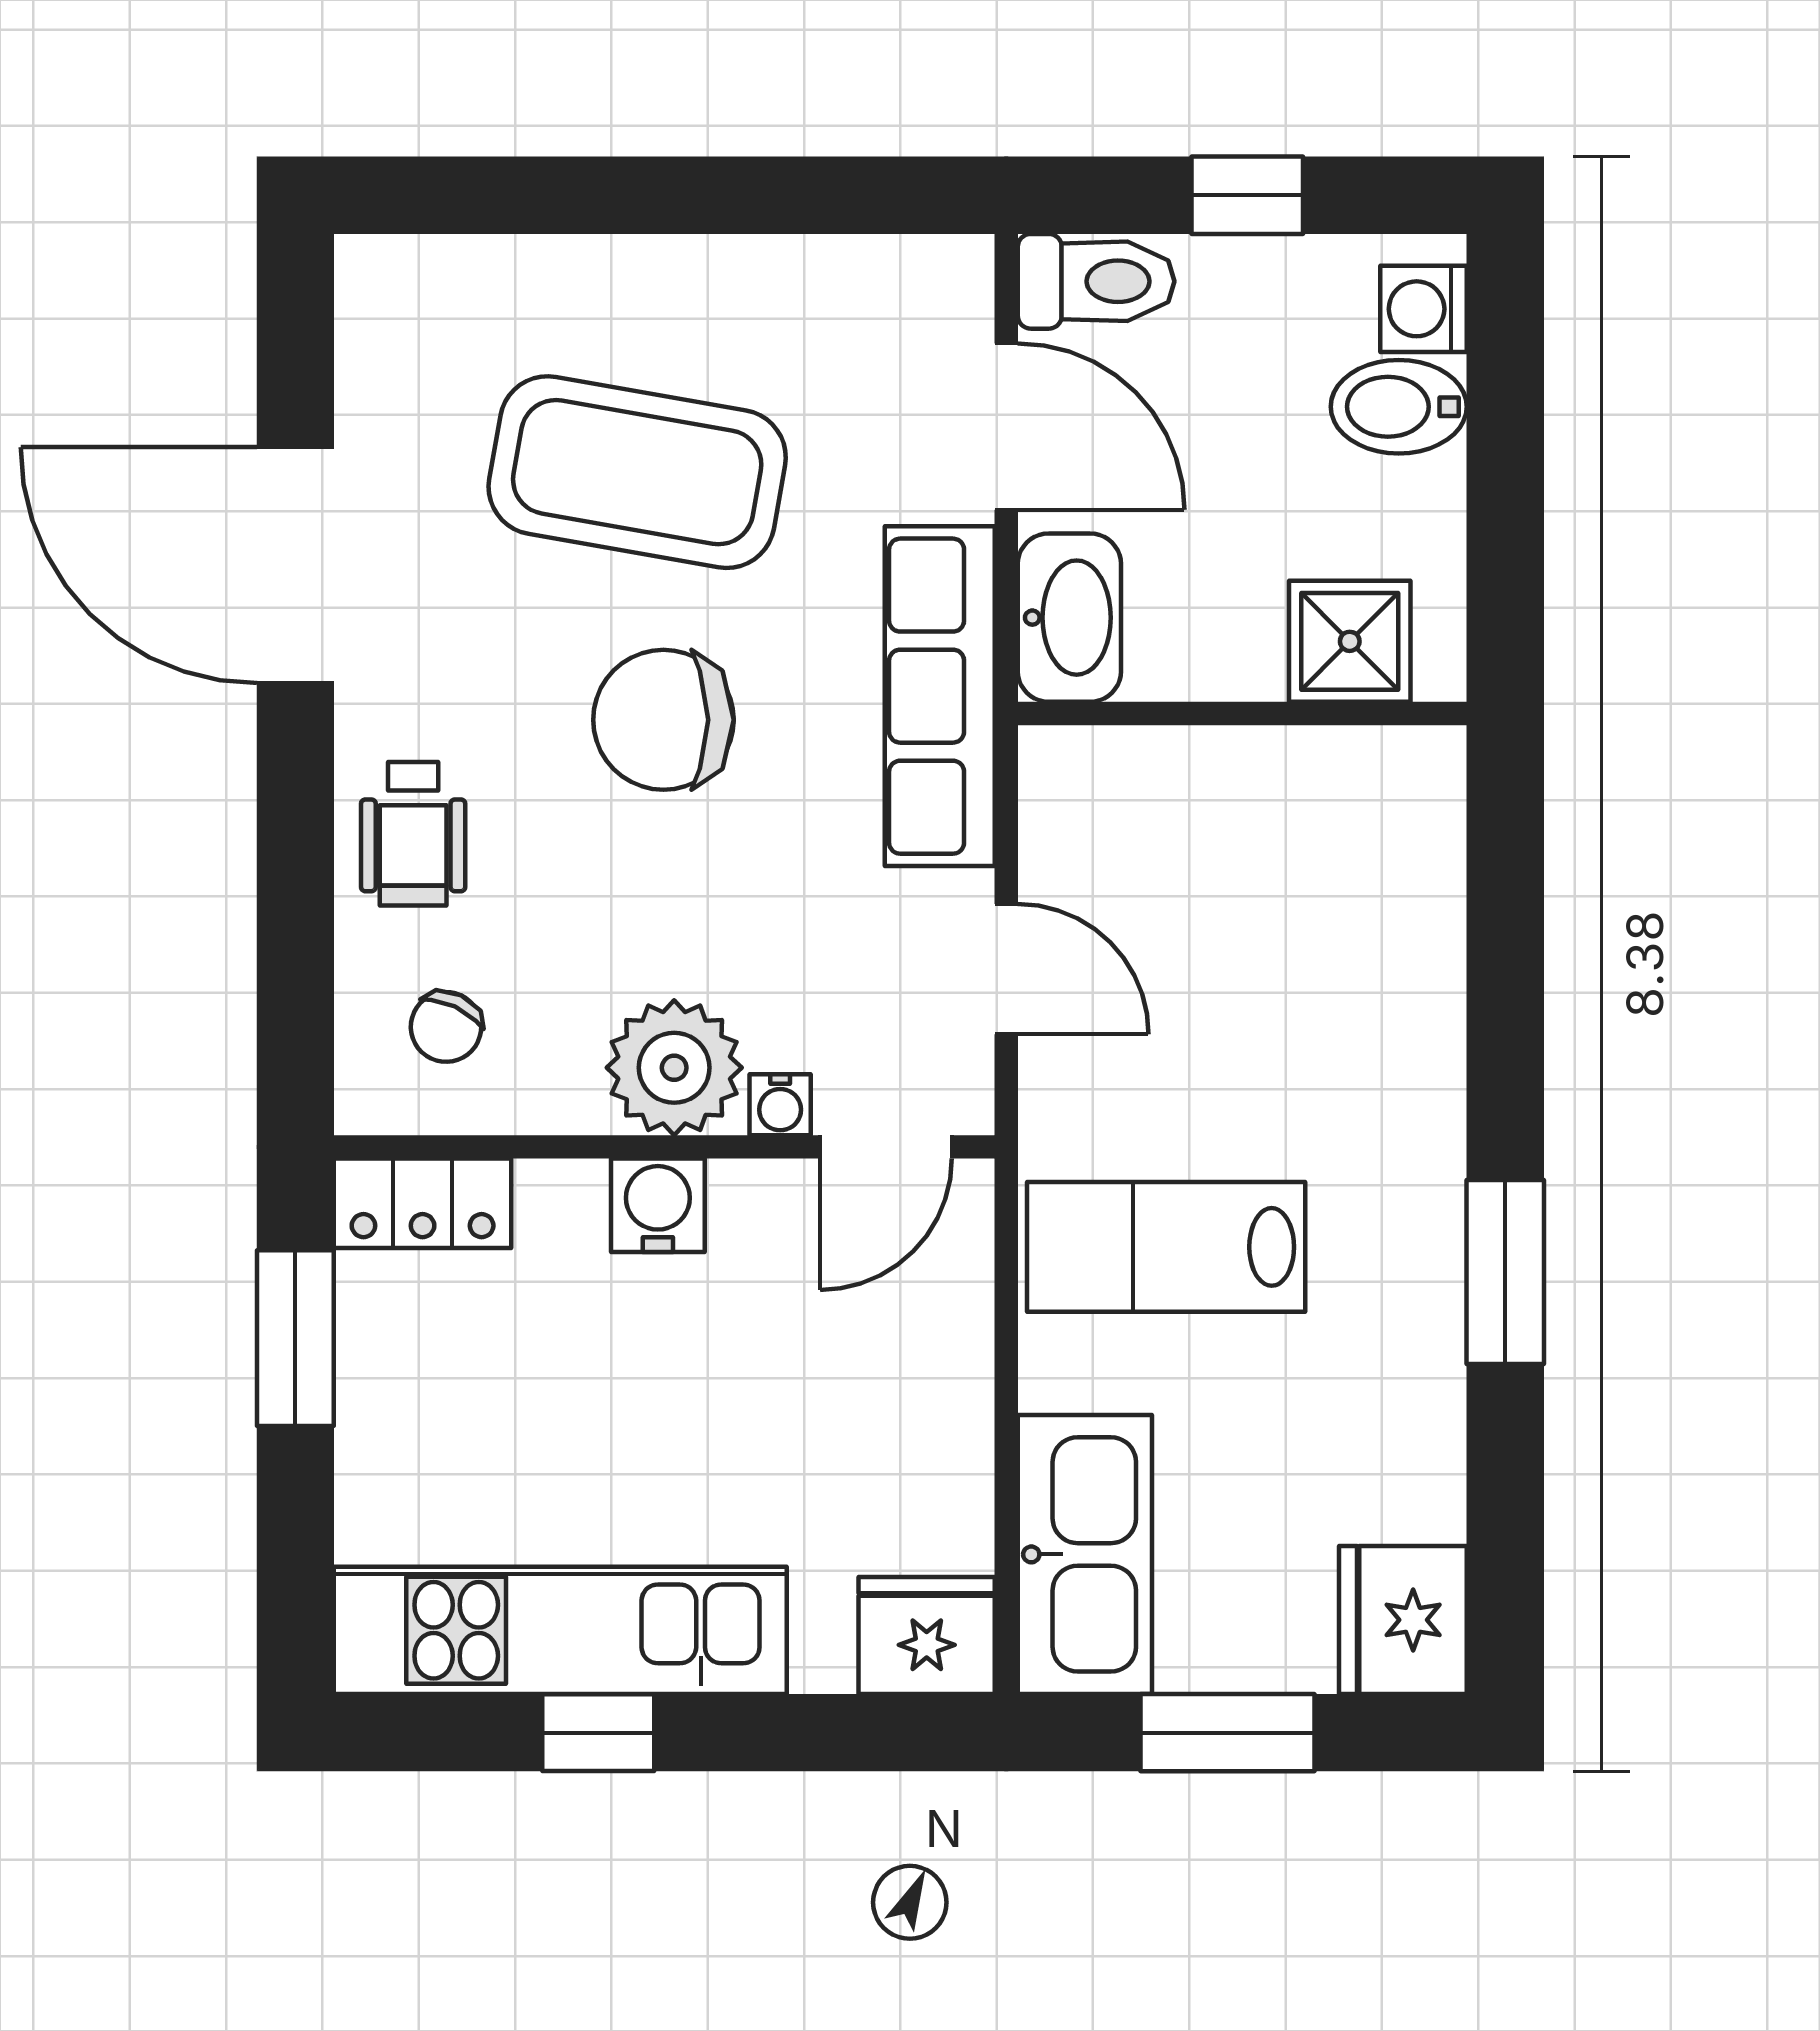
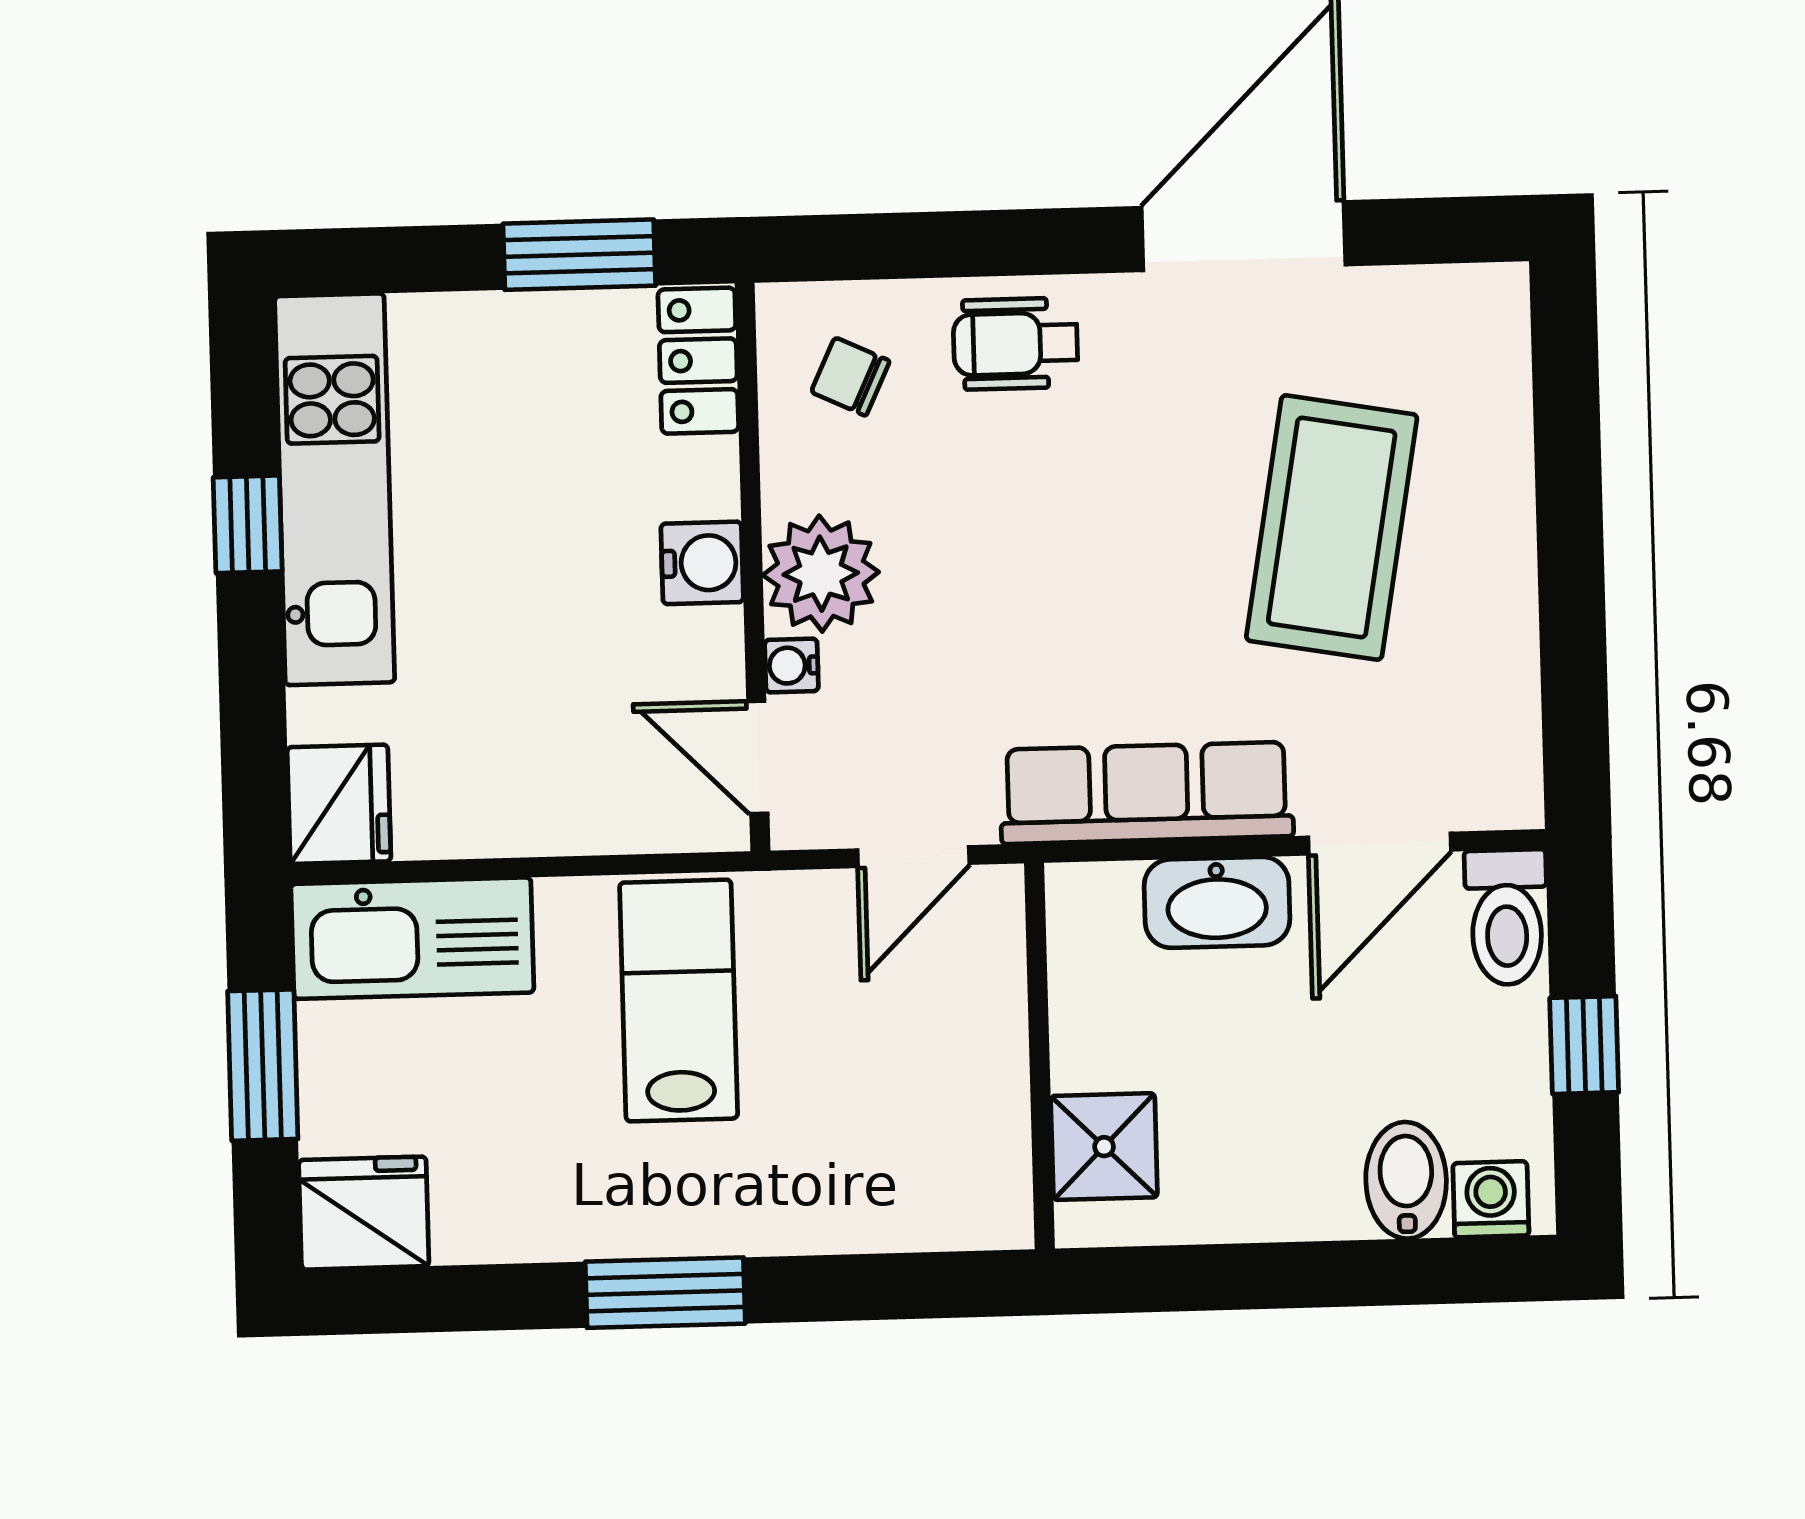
shower: (1350, 641) -> (1104, 1147), moved
wall: (1242, 713) -> (1039, 1056), moved
chair: (663, 720) -> (1119, 556), removed

